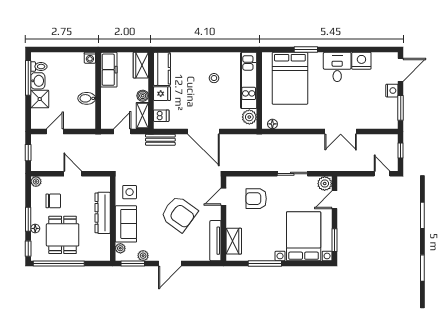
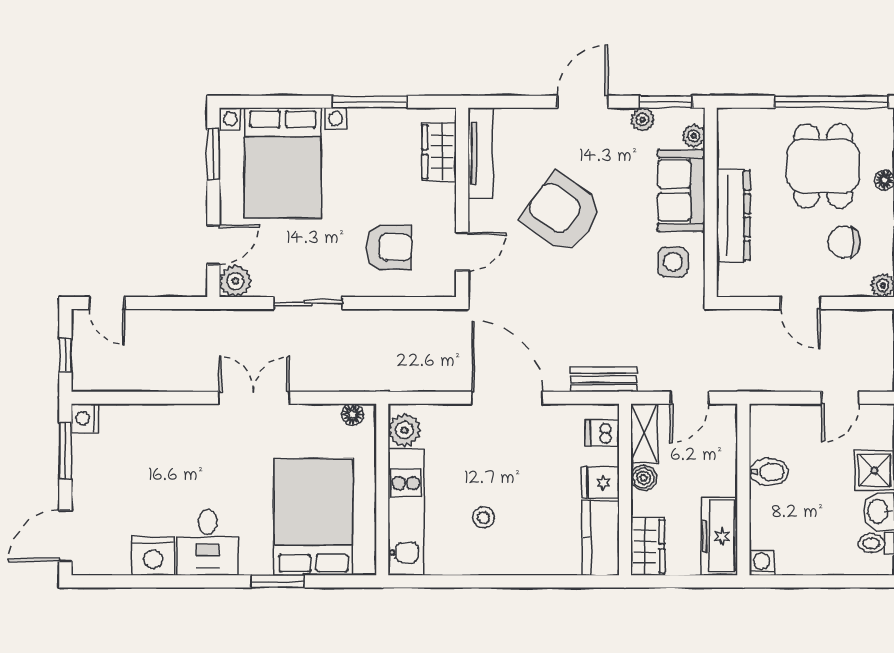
nightstand: (392, 91) -> (85, 418), moved
double door: (341, 131) -> (254, 398), moved

